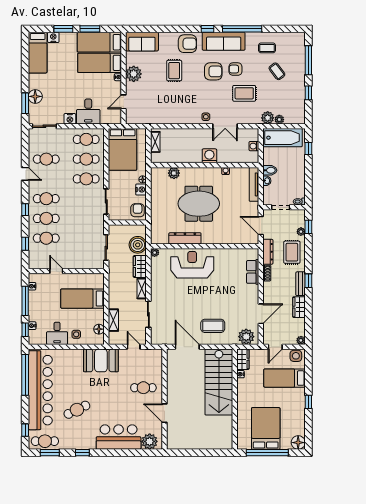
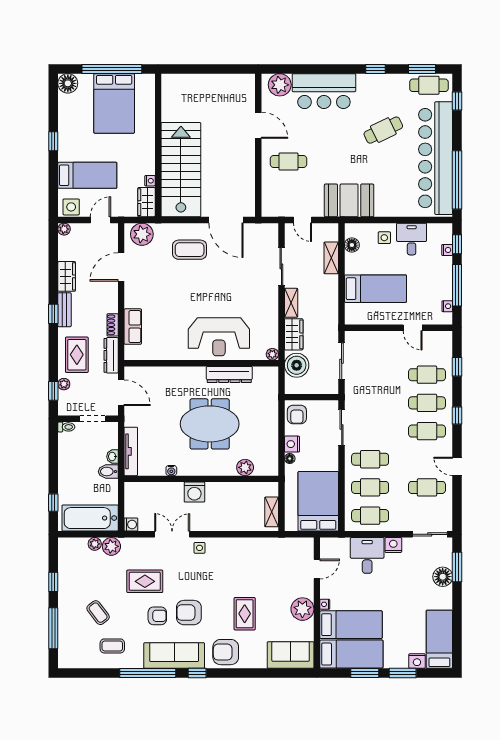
washing machine: (254, 146) -> (131, 524), moved

